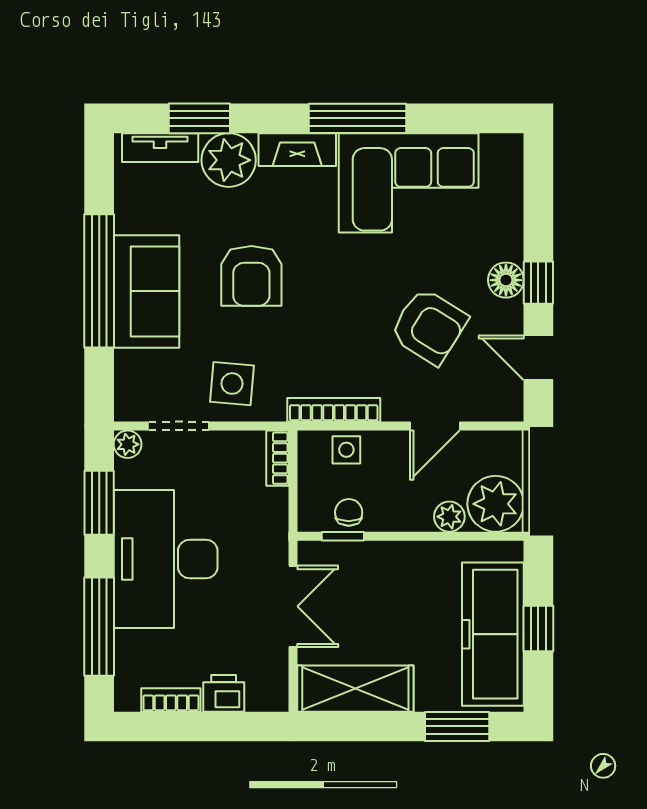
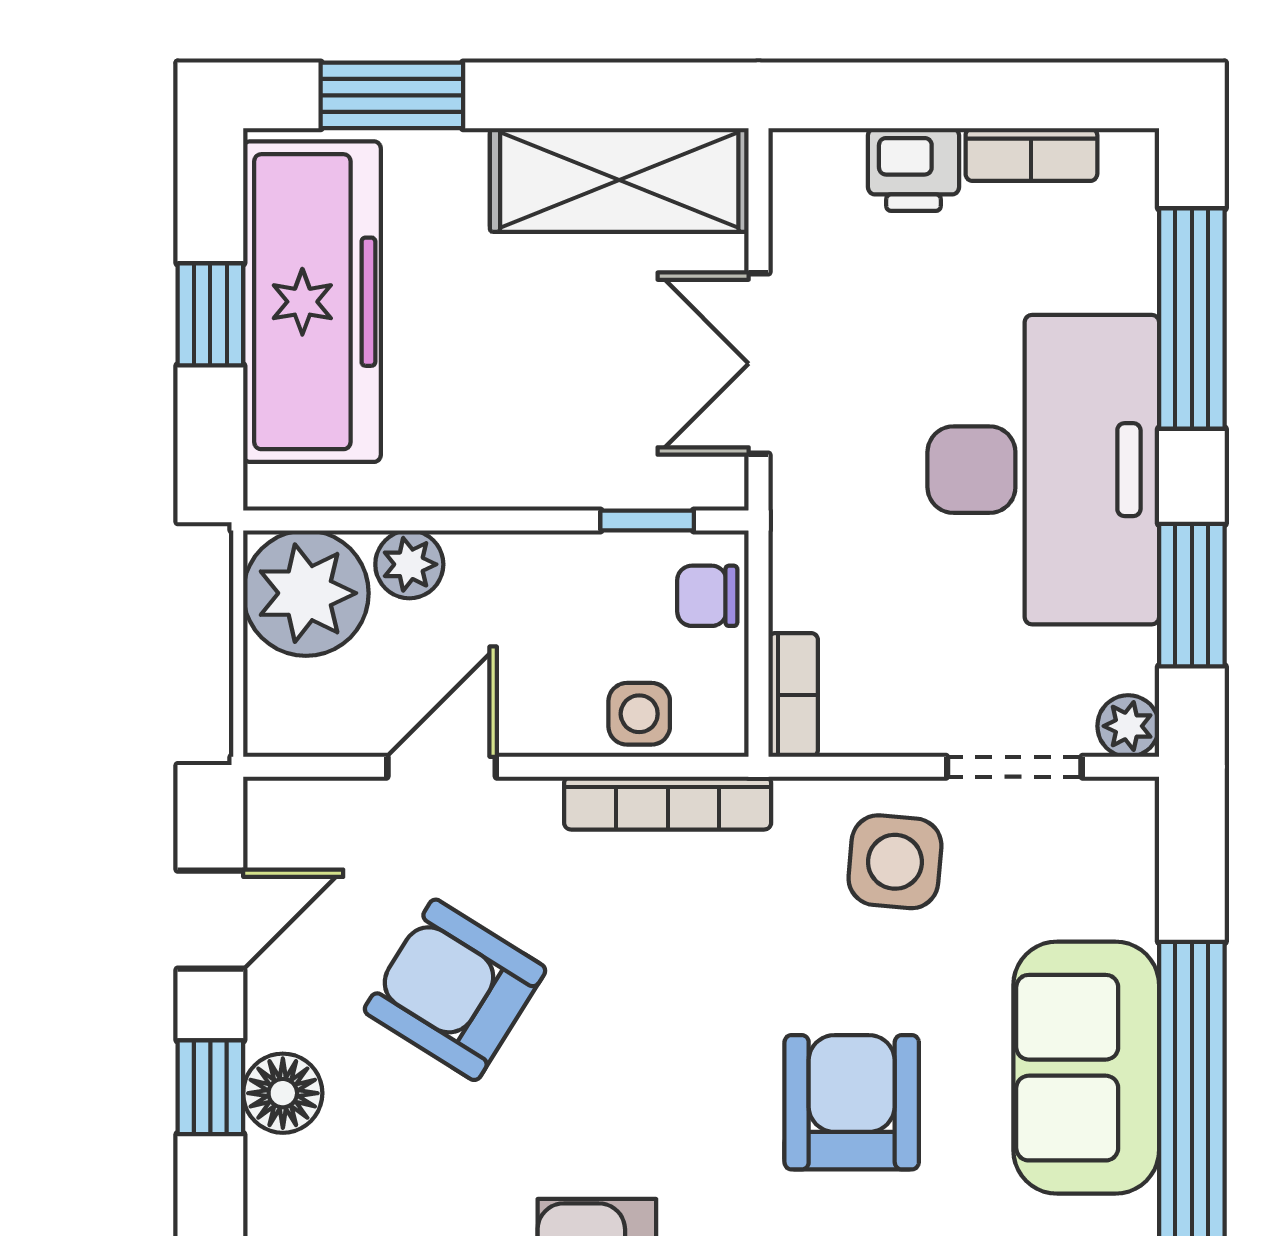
door: (538, 358) -> (210, 920), hinge flipped
chair: (349, 512) -> (707, 596), moved, turned 90

